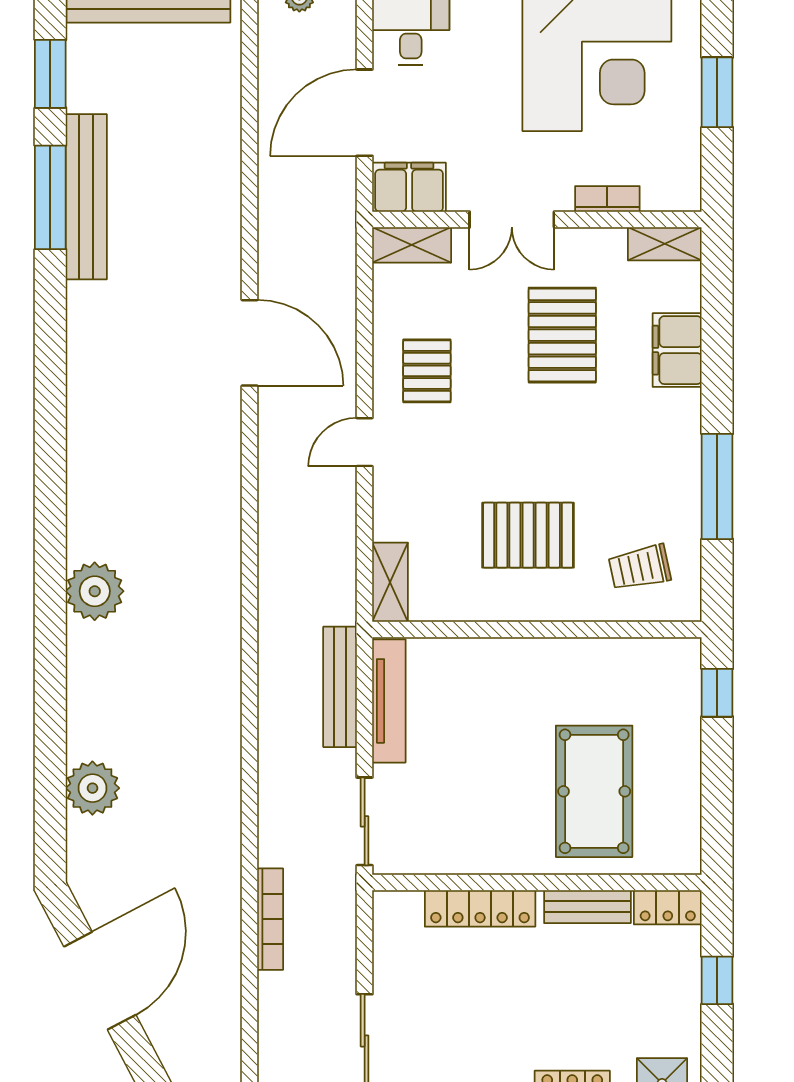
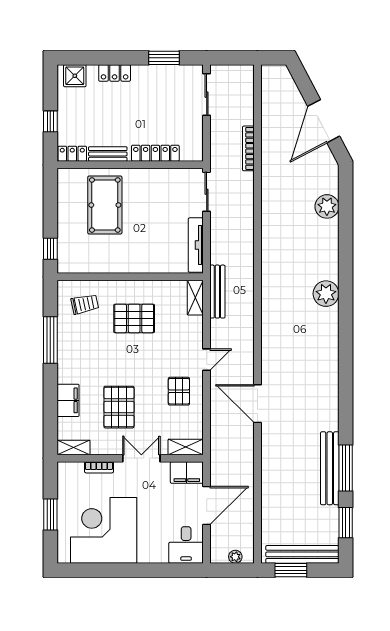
bench: (340, 687) -> (217, 292), moved

